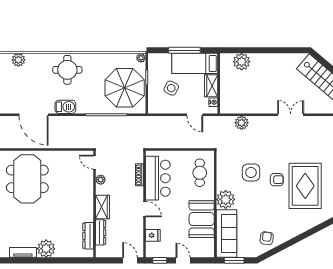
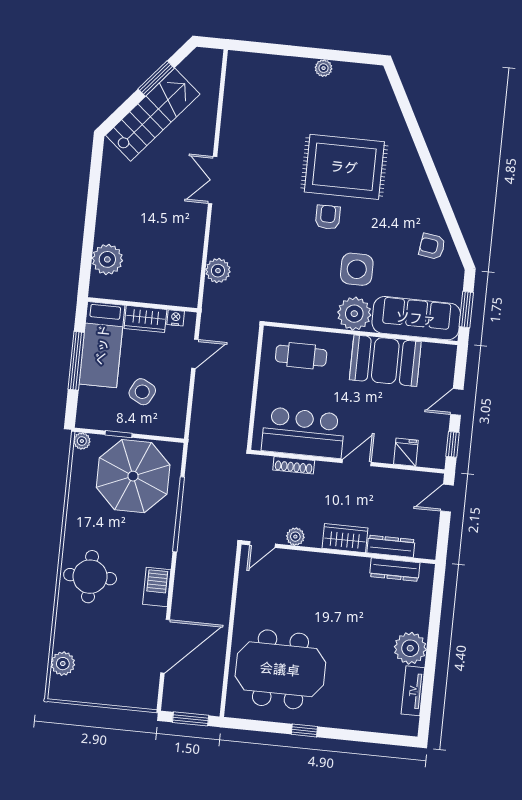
side table: (251, 172) -> (357, 269), moved

